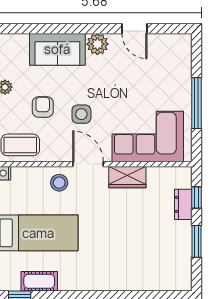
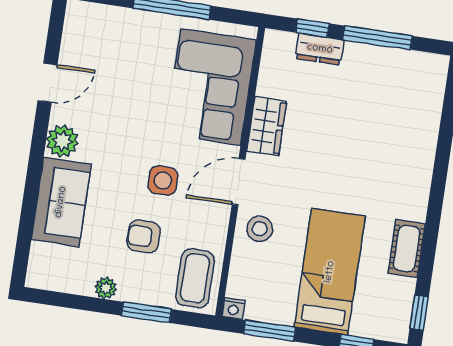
window: (197, 241) -> (377, 38), width x1.44
cot: (39, 281) -> (407, 249), moved

